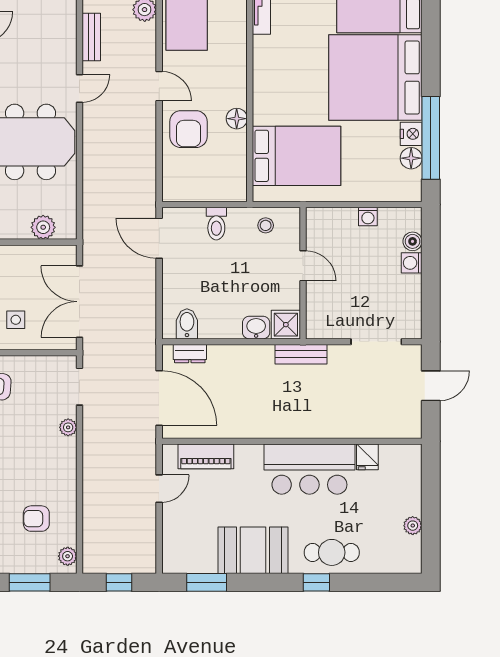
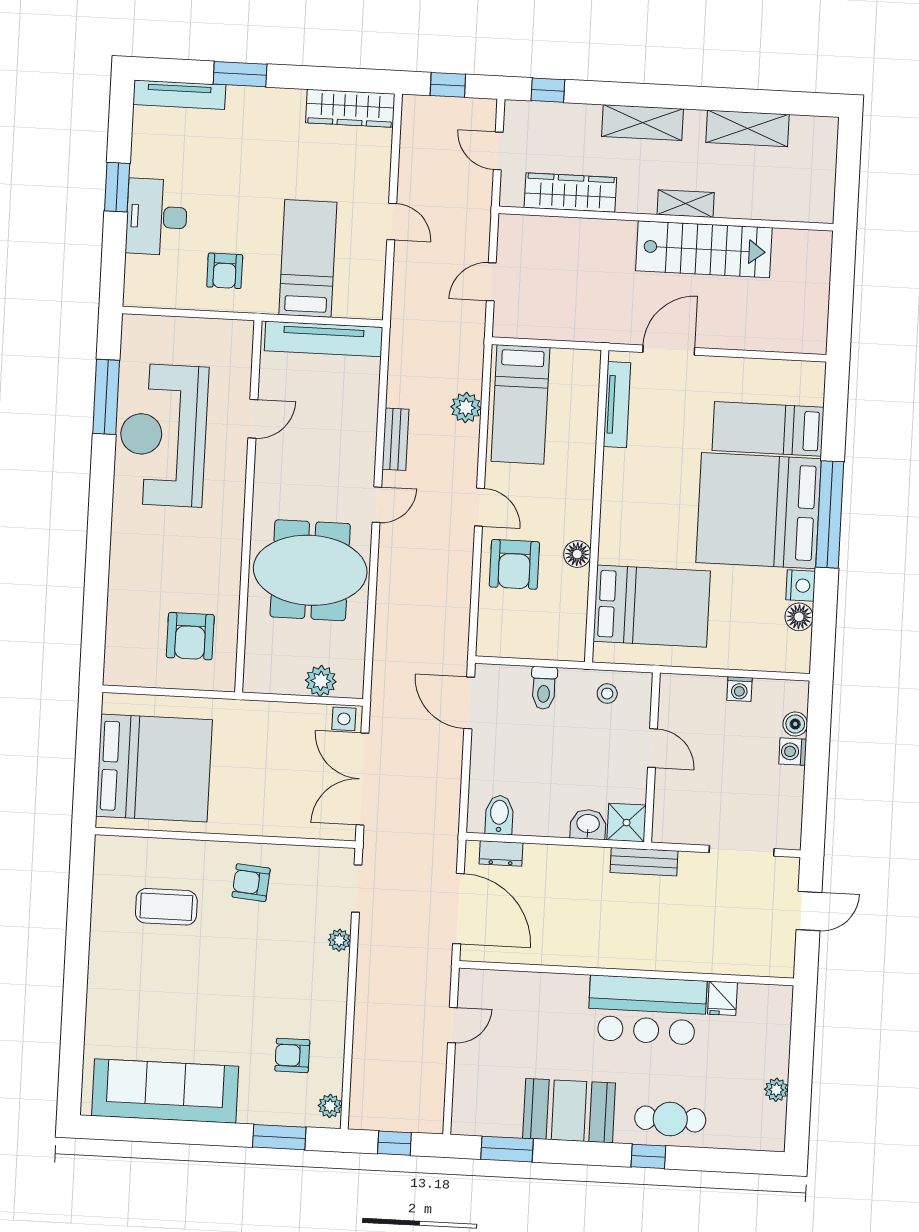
window: (431, 138) -> (830, 514), moved
side table: (16, 320) -> (344, 719), moved
piano: (206, 456) -> (515, 987), removed

